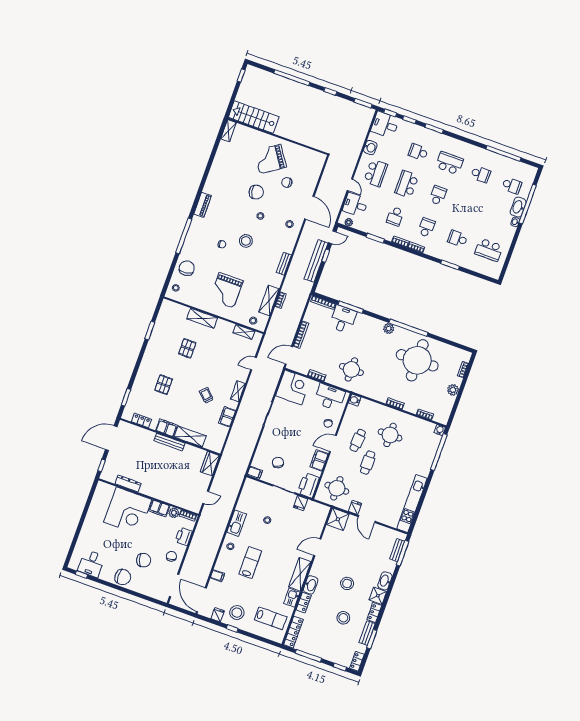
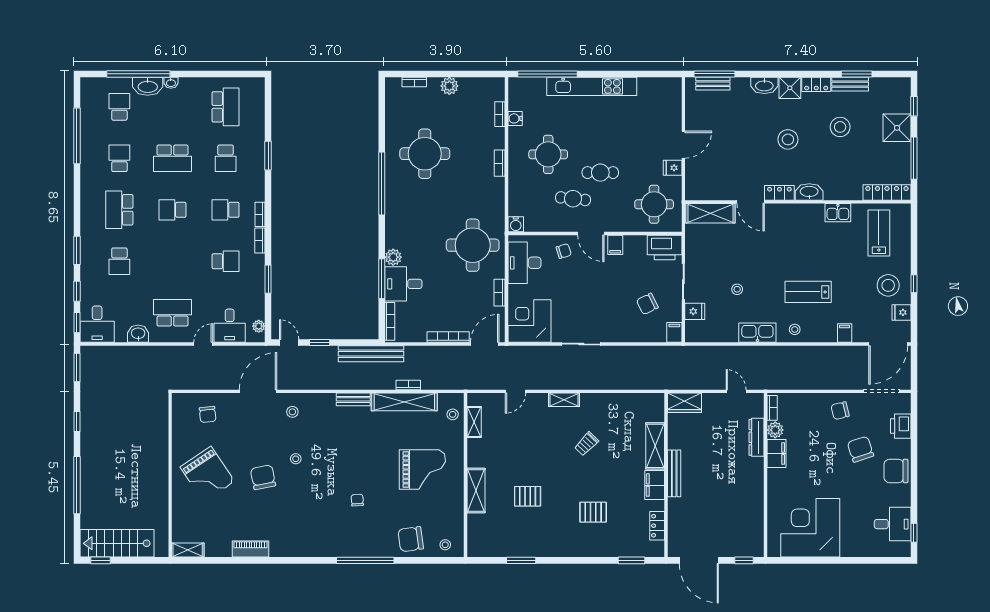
stairs: (254, 117) -> (117, 543), moved, turned 90
chair: (287, 182) -> (208, 414), moved
school desk: (407, 184) -> (172, 158), moved
piano: (203, 205) -> (250, 549), moved
stool: (246, 241) -> (340, 467), removed
bench: (316, 261) -> (371, 354), moved
shelving: (269, 300) -> (404, 402), width x1.47
plant: (389, 329) -> (393, 257), moved
door: (289, 355) -> (485, 344), swing flipped
round table: (417, 360) -> (425, 154), width x0.73, depth x0.73
door: (253, 364) -> (515, 391), hinge flipped
round table: (351, 369) -> (473, 245), width x1.36, depth x1.36
filing cabinet: (227, 417) -> (607, 402), removed
water cooler: (440, 430) -> (515, 118), moved
filing cabinet: (319, 460) -> (615, 245), width x0.50
dresser: (128, 484) -> (756, 437), moved
fridge: (300, 503) -> (695, 311), moved
kitchen unit: (412, 503) -> (592, 86), moved
corner desk: (128, 511) -> (810, 528), moved, turned -90
shower: (338, 519) -> (897, 128), moved
printer: (184, 536) -> (901, 426), moved, turned 90
shelving: (300, 574) -> (710, 213), moved
chair: (123, 577) -> (896, 471), turned -90
locker: (304, 603) -> (779, 193), moved
locker: (357, 661) -> (897, 84), removed

